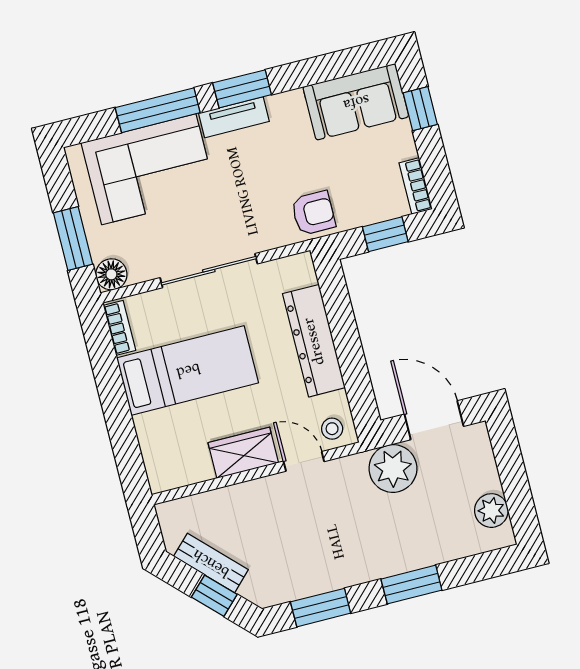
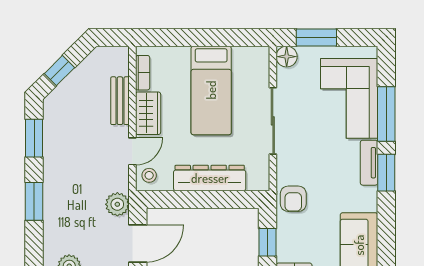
bookcase: (120, 328) -> (143, 73), moved, turned -90
plant: (393, 468) -> (117, 204), width x0.73, depth x0.73
bench: (211, 563) -> (120, 101), moved, turned -45

